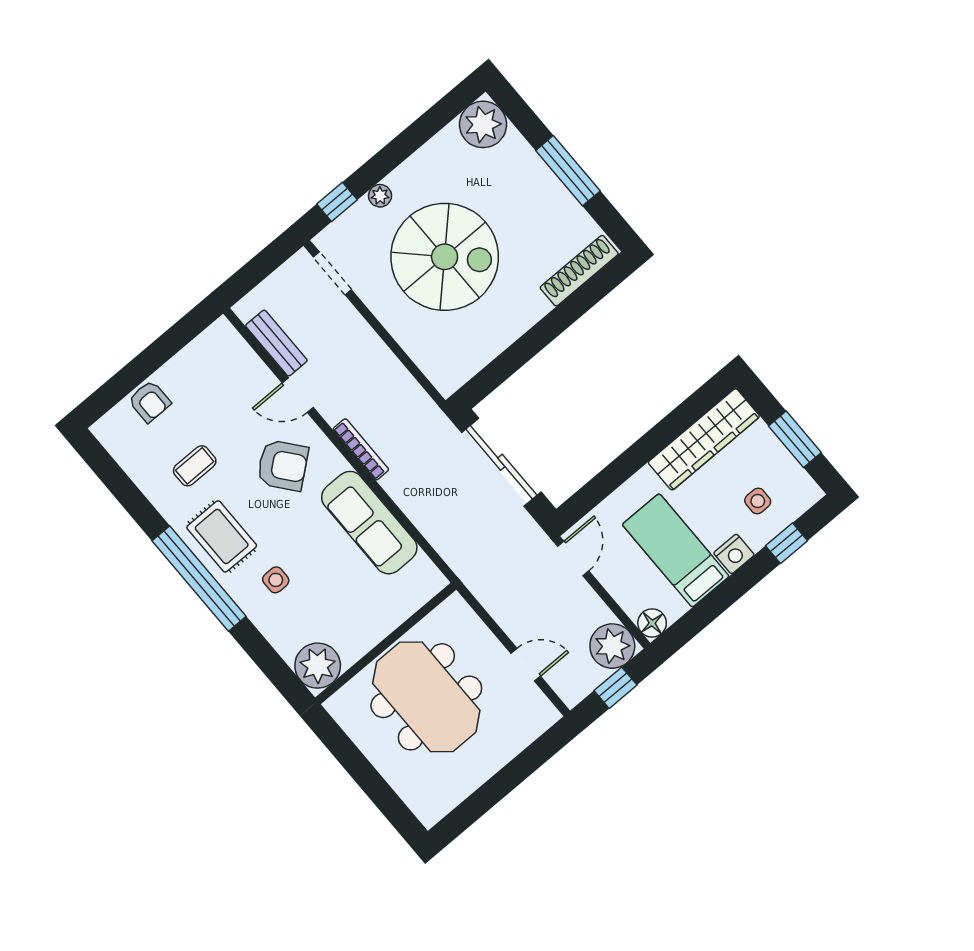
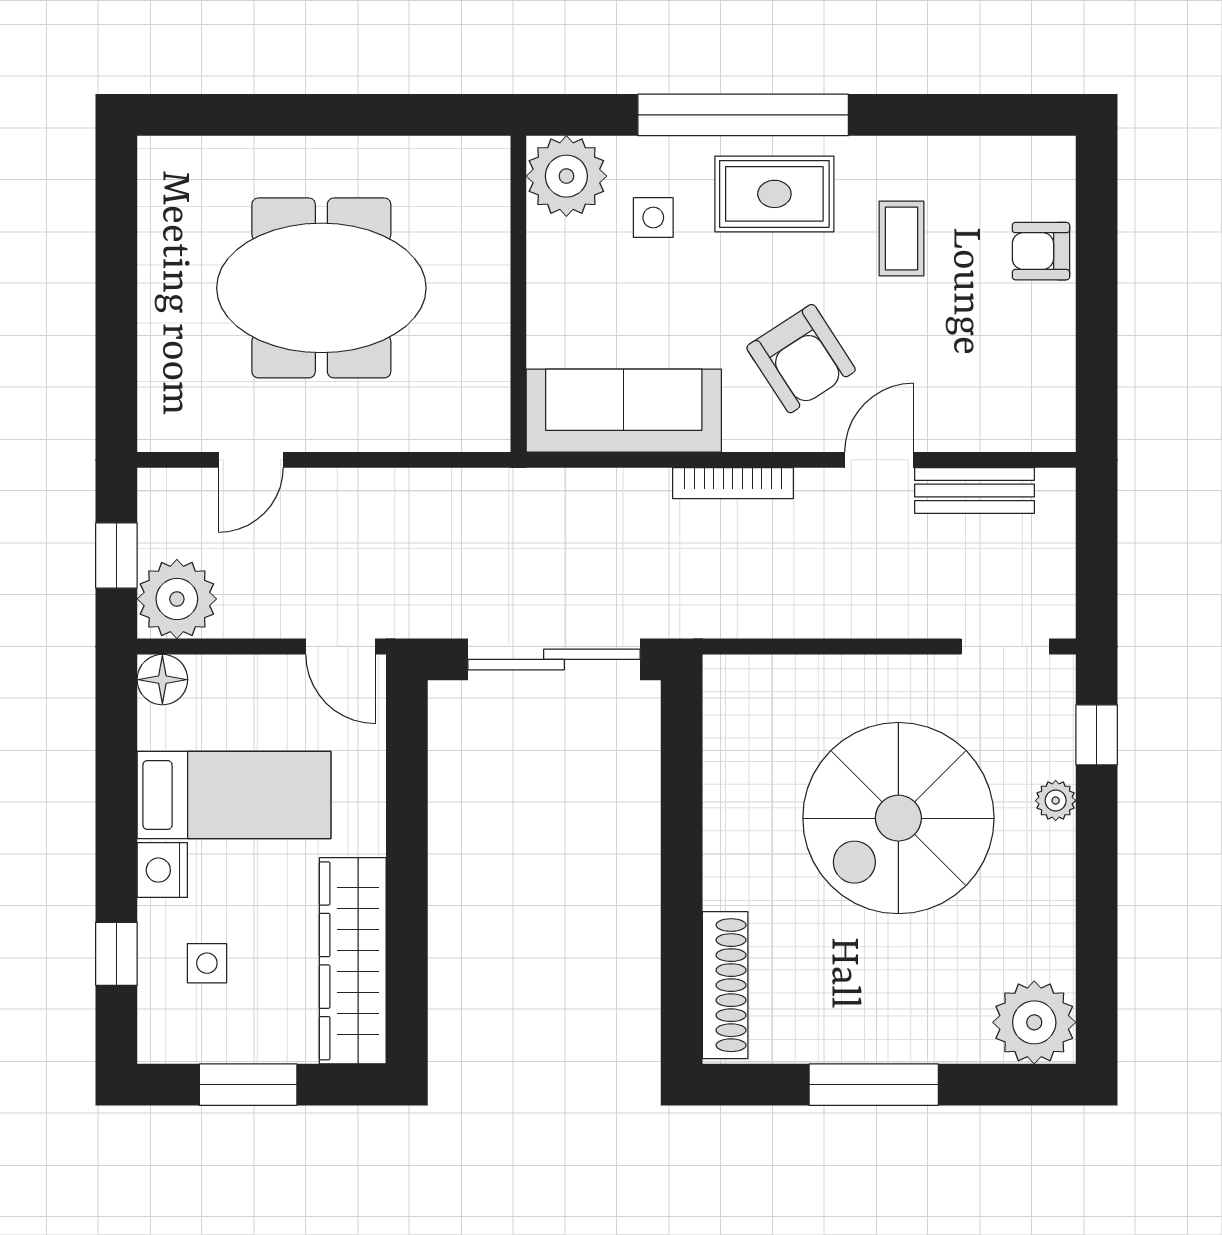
armchair: (283, 465) -> (801, 359), turned -84
wall: (386, 644) -> (518, 294), moved
plant: (318, 666) -> (566, 176), moved

